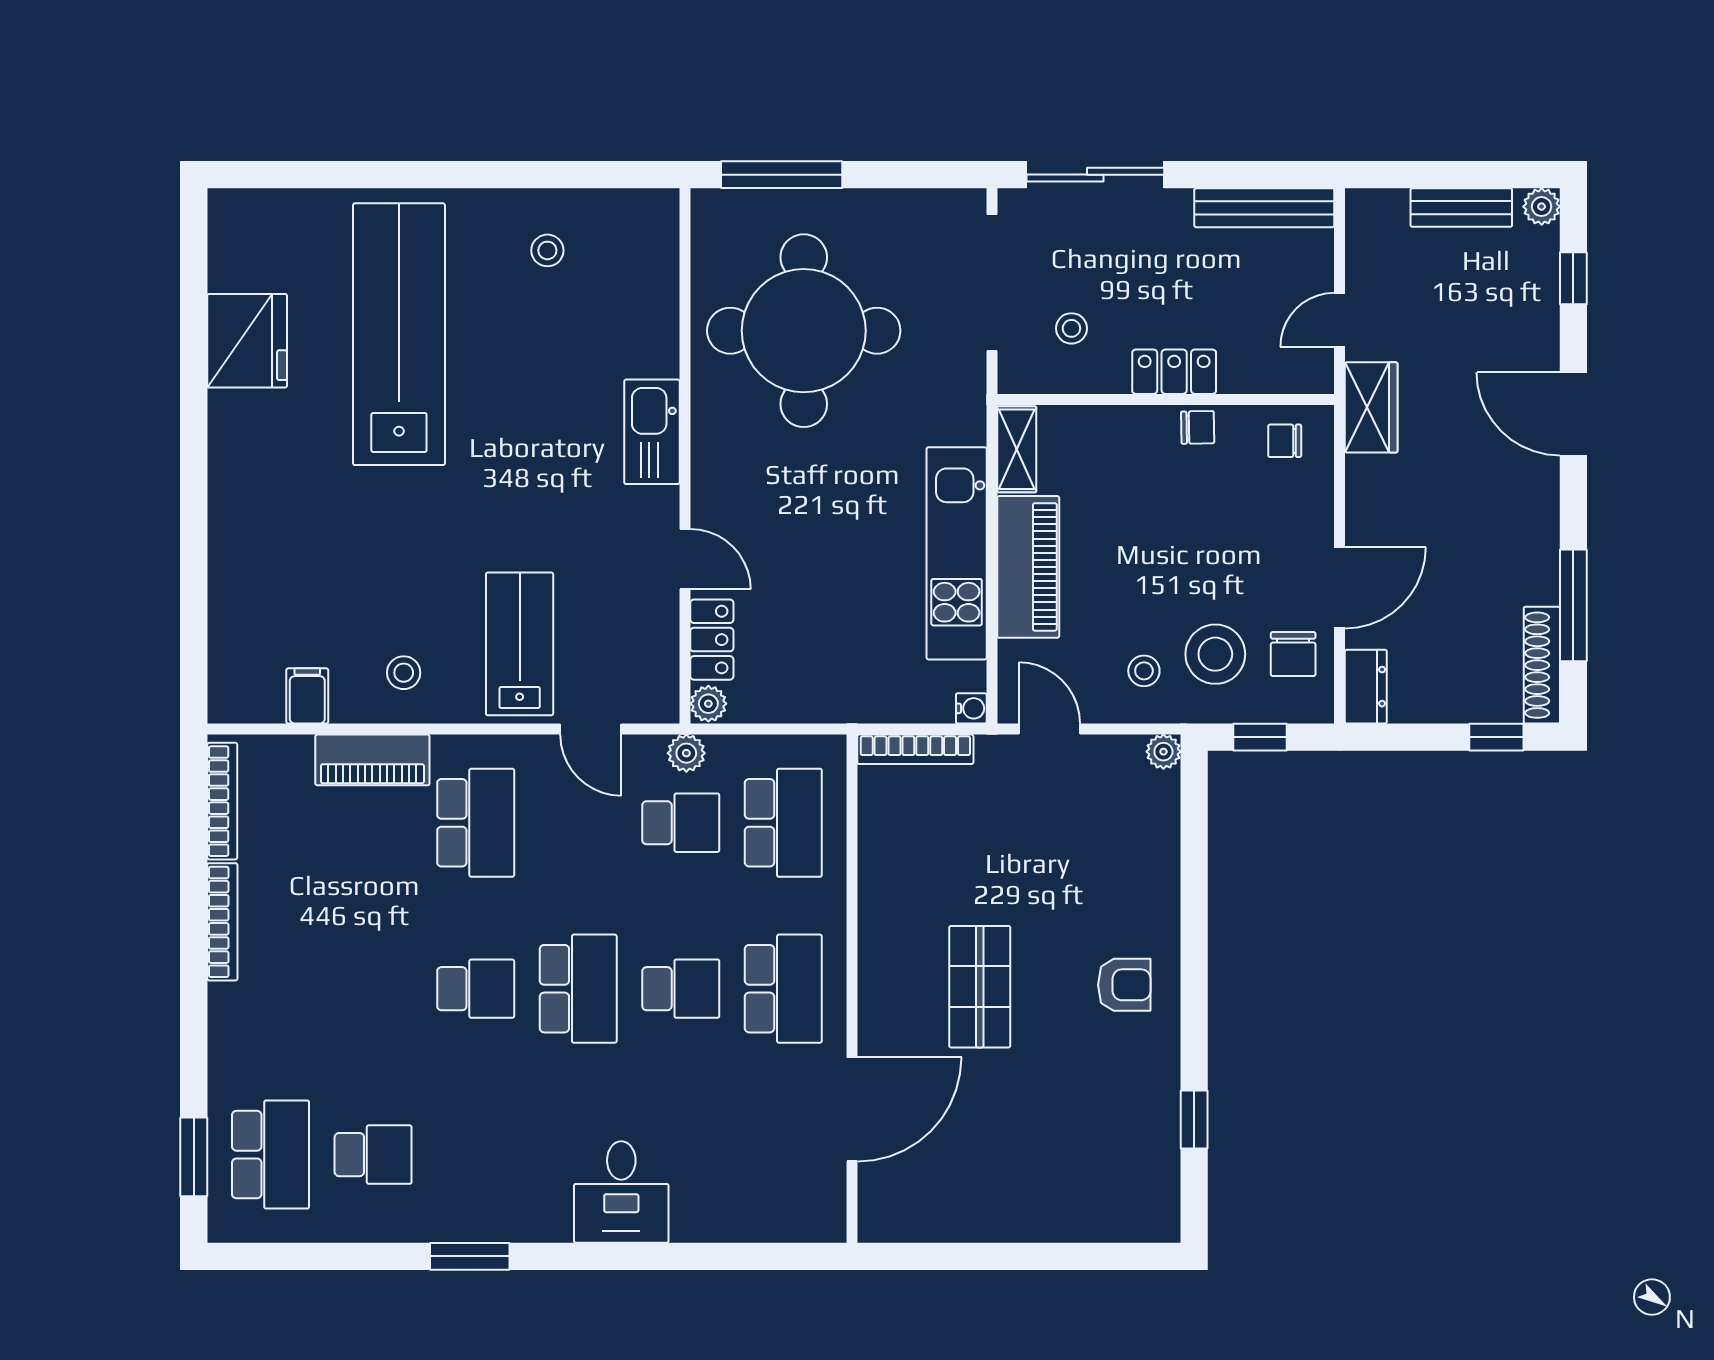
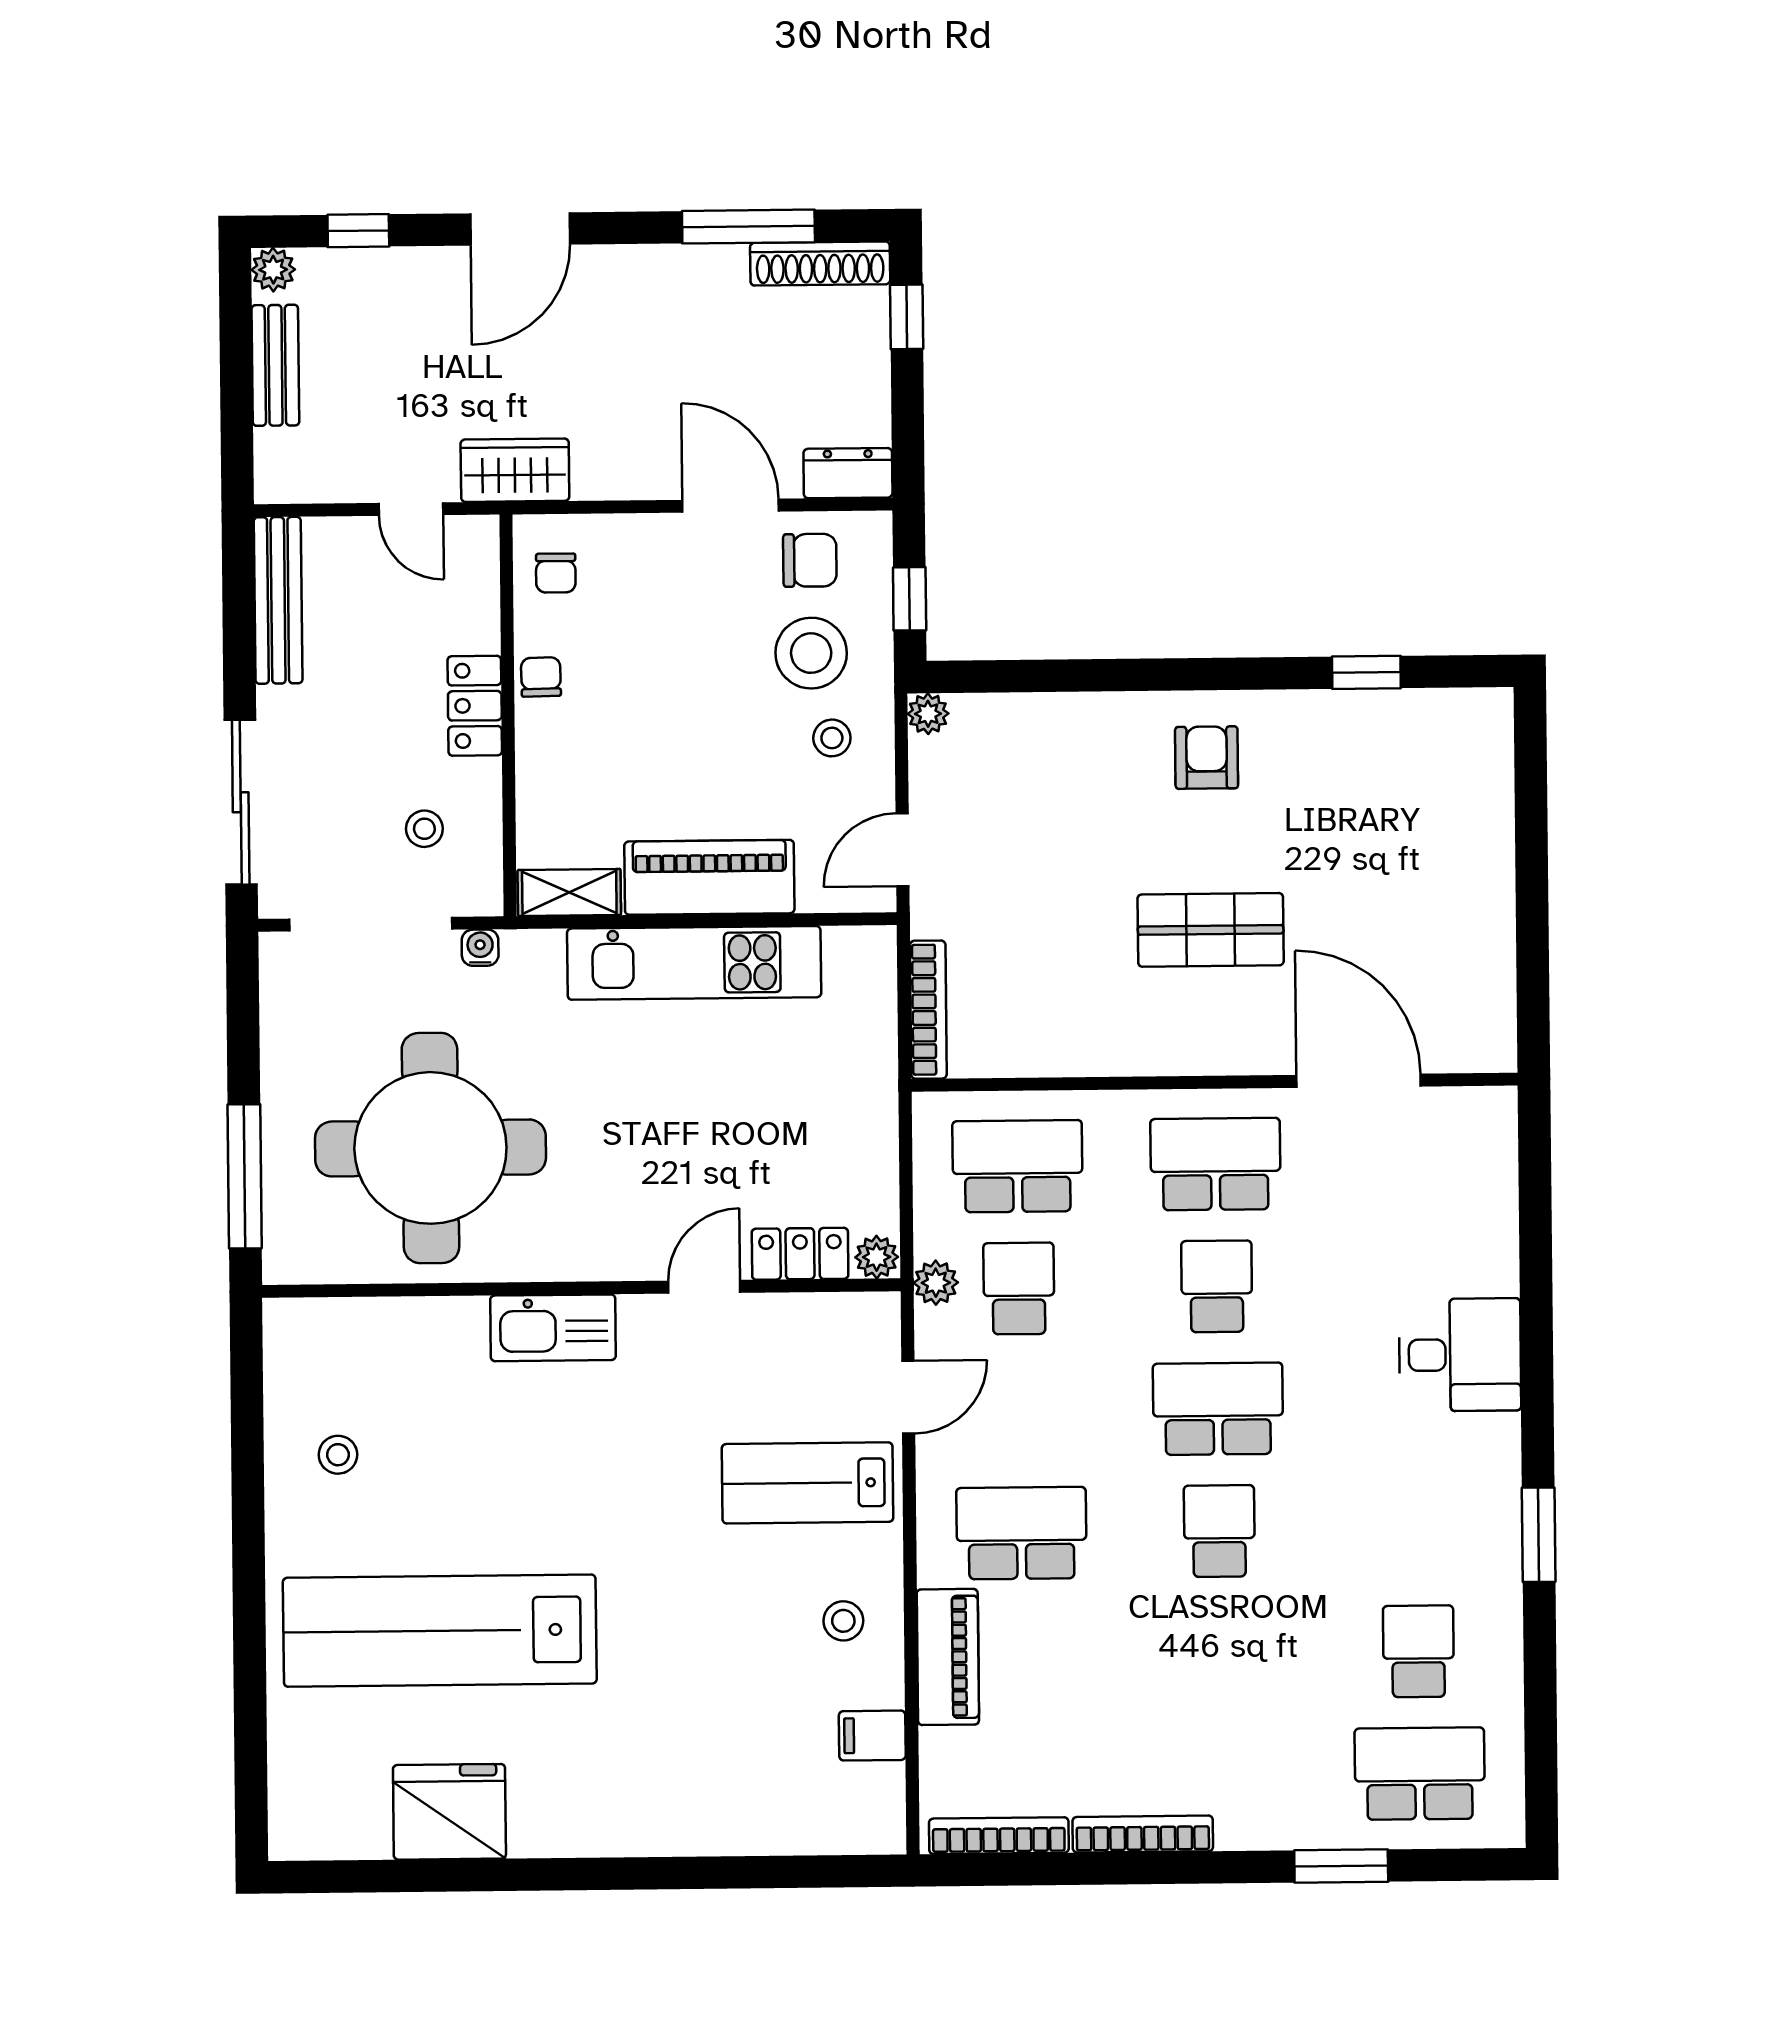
water cooler: (971, 708) -> (480, 948), moved
window: (194, 1157) -> (1341, 1866), moved

